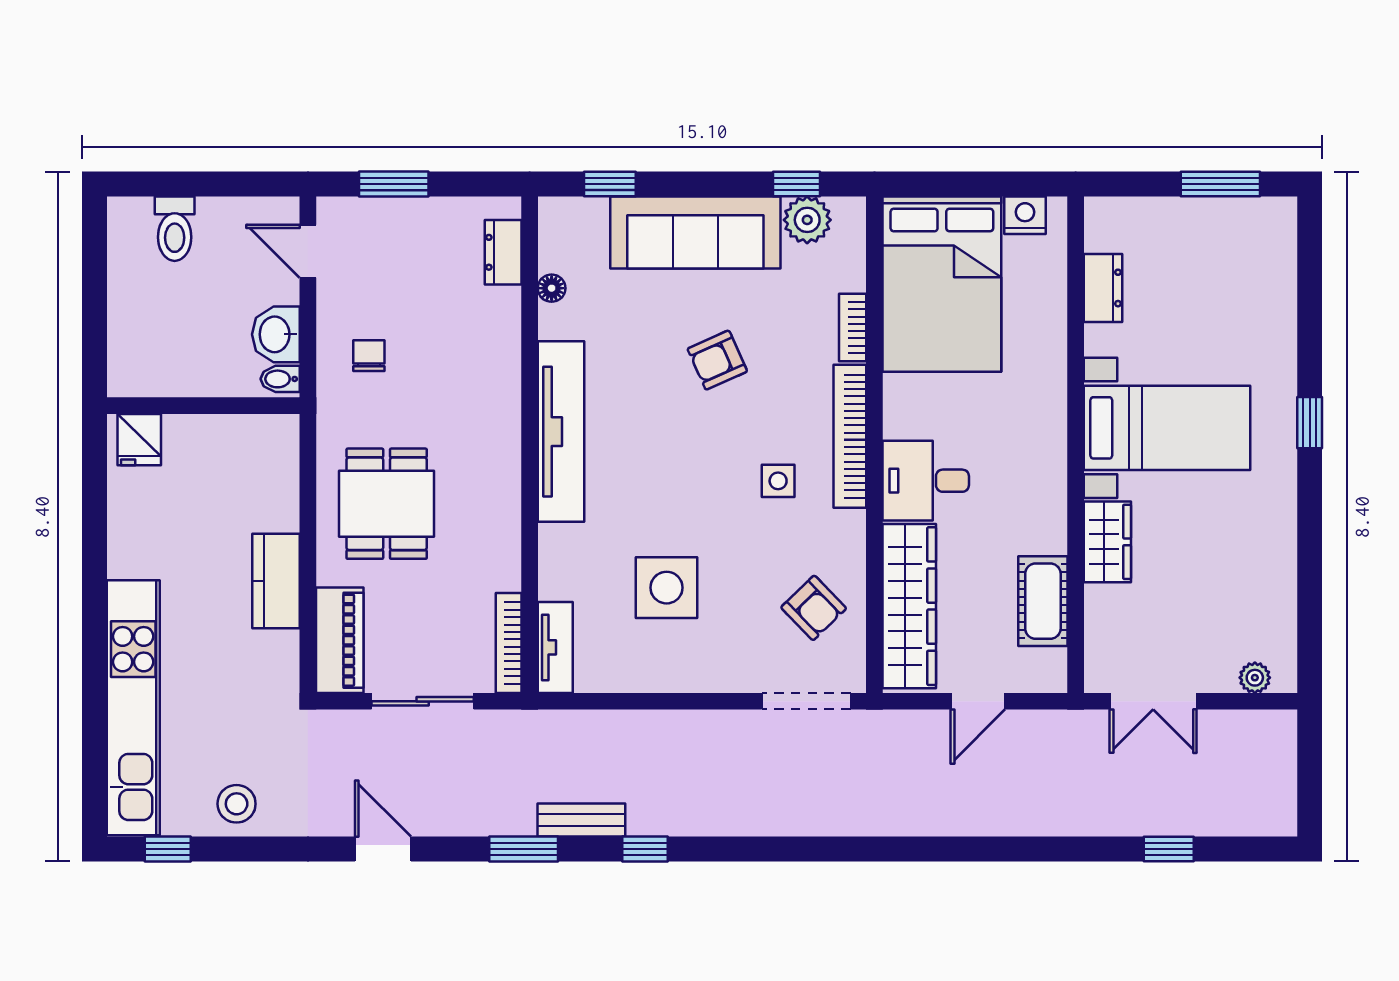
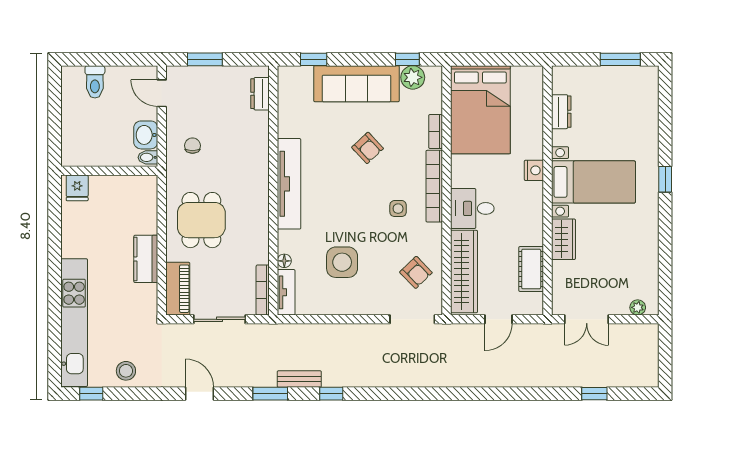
nightstand: (1025, 215) -> (534, 170), moved, turned 90
floor lamp: (552, 288) -> (284, 261), moved
armchair: (717, 360) -> (368, 148), turned -109

